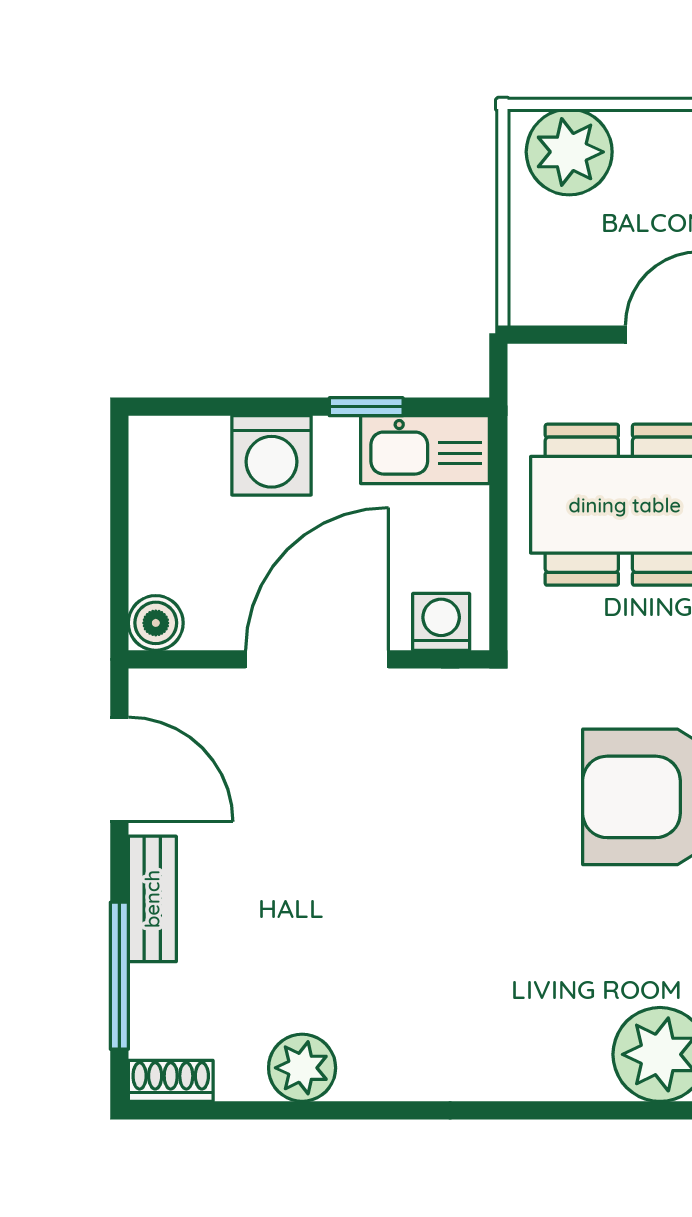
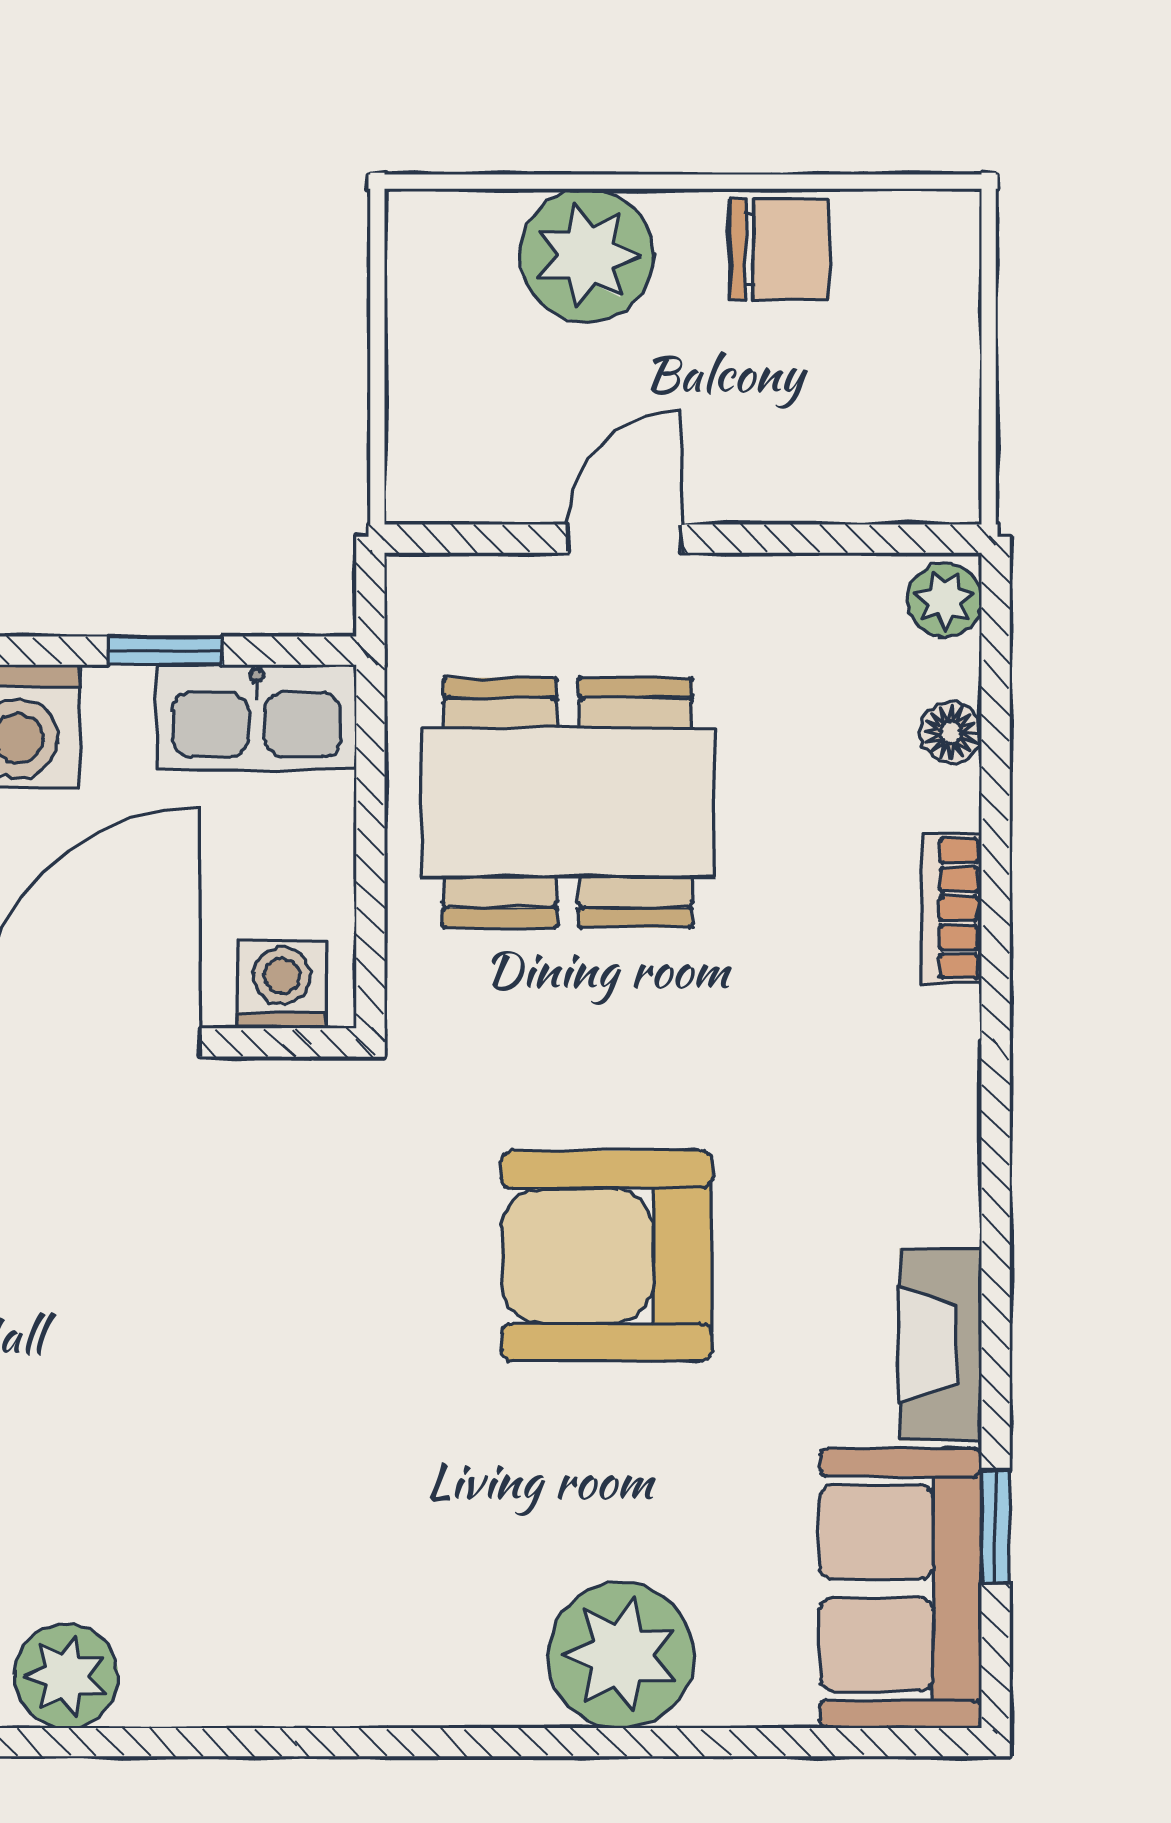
plant: (569, 152) -> (587, 255), moved

